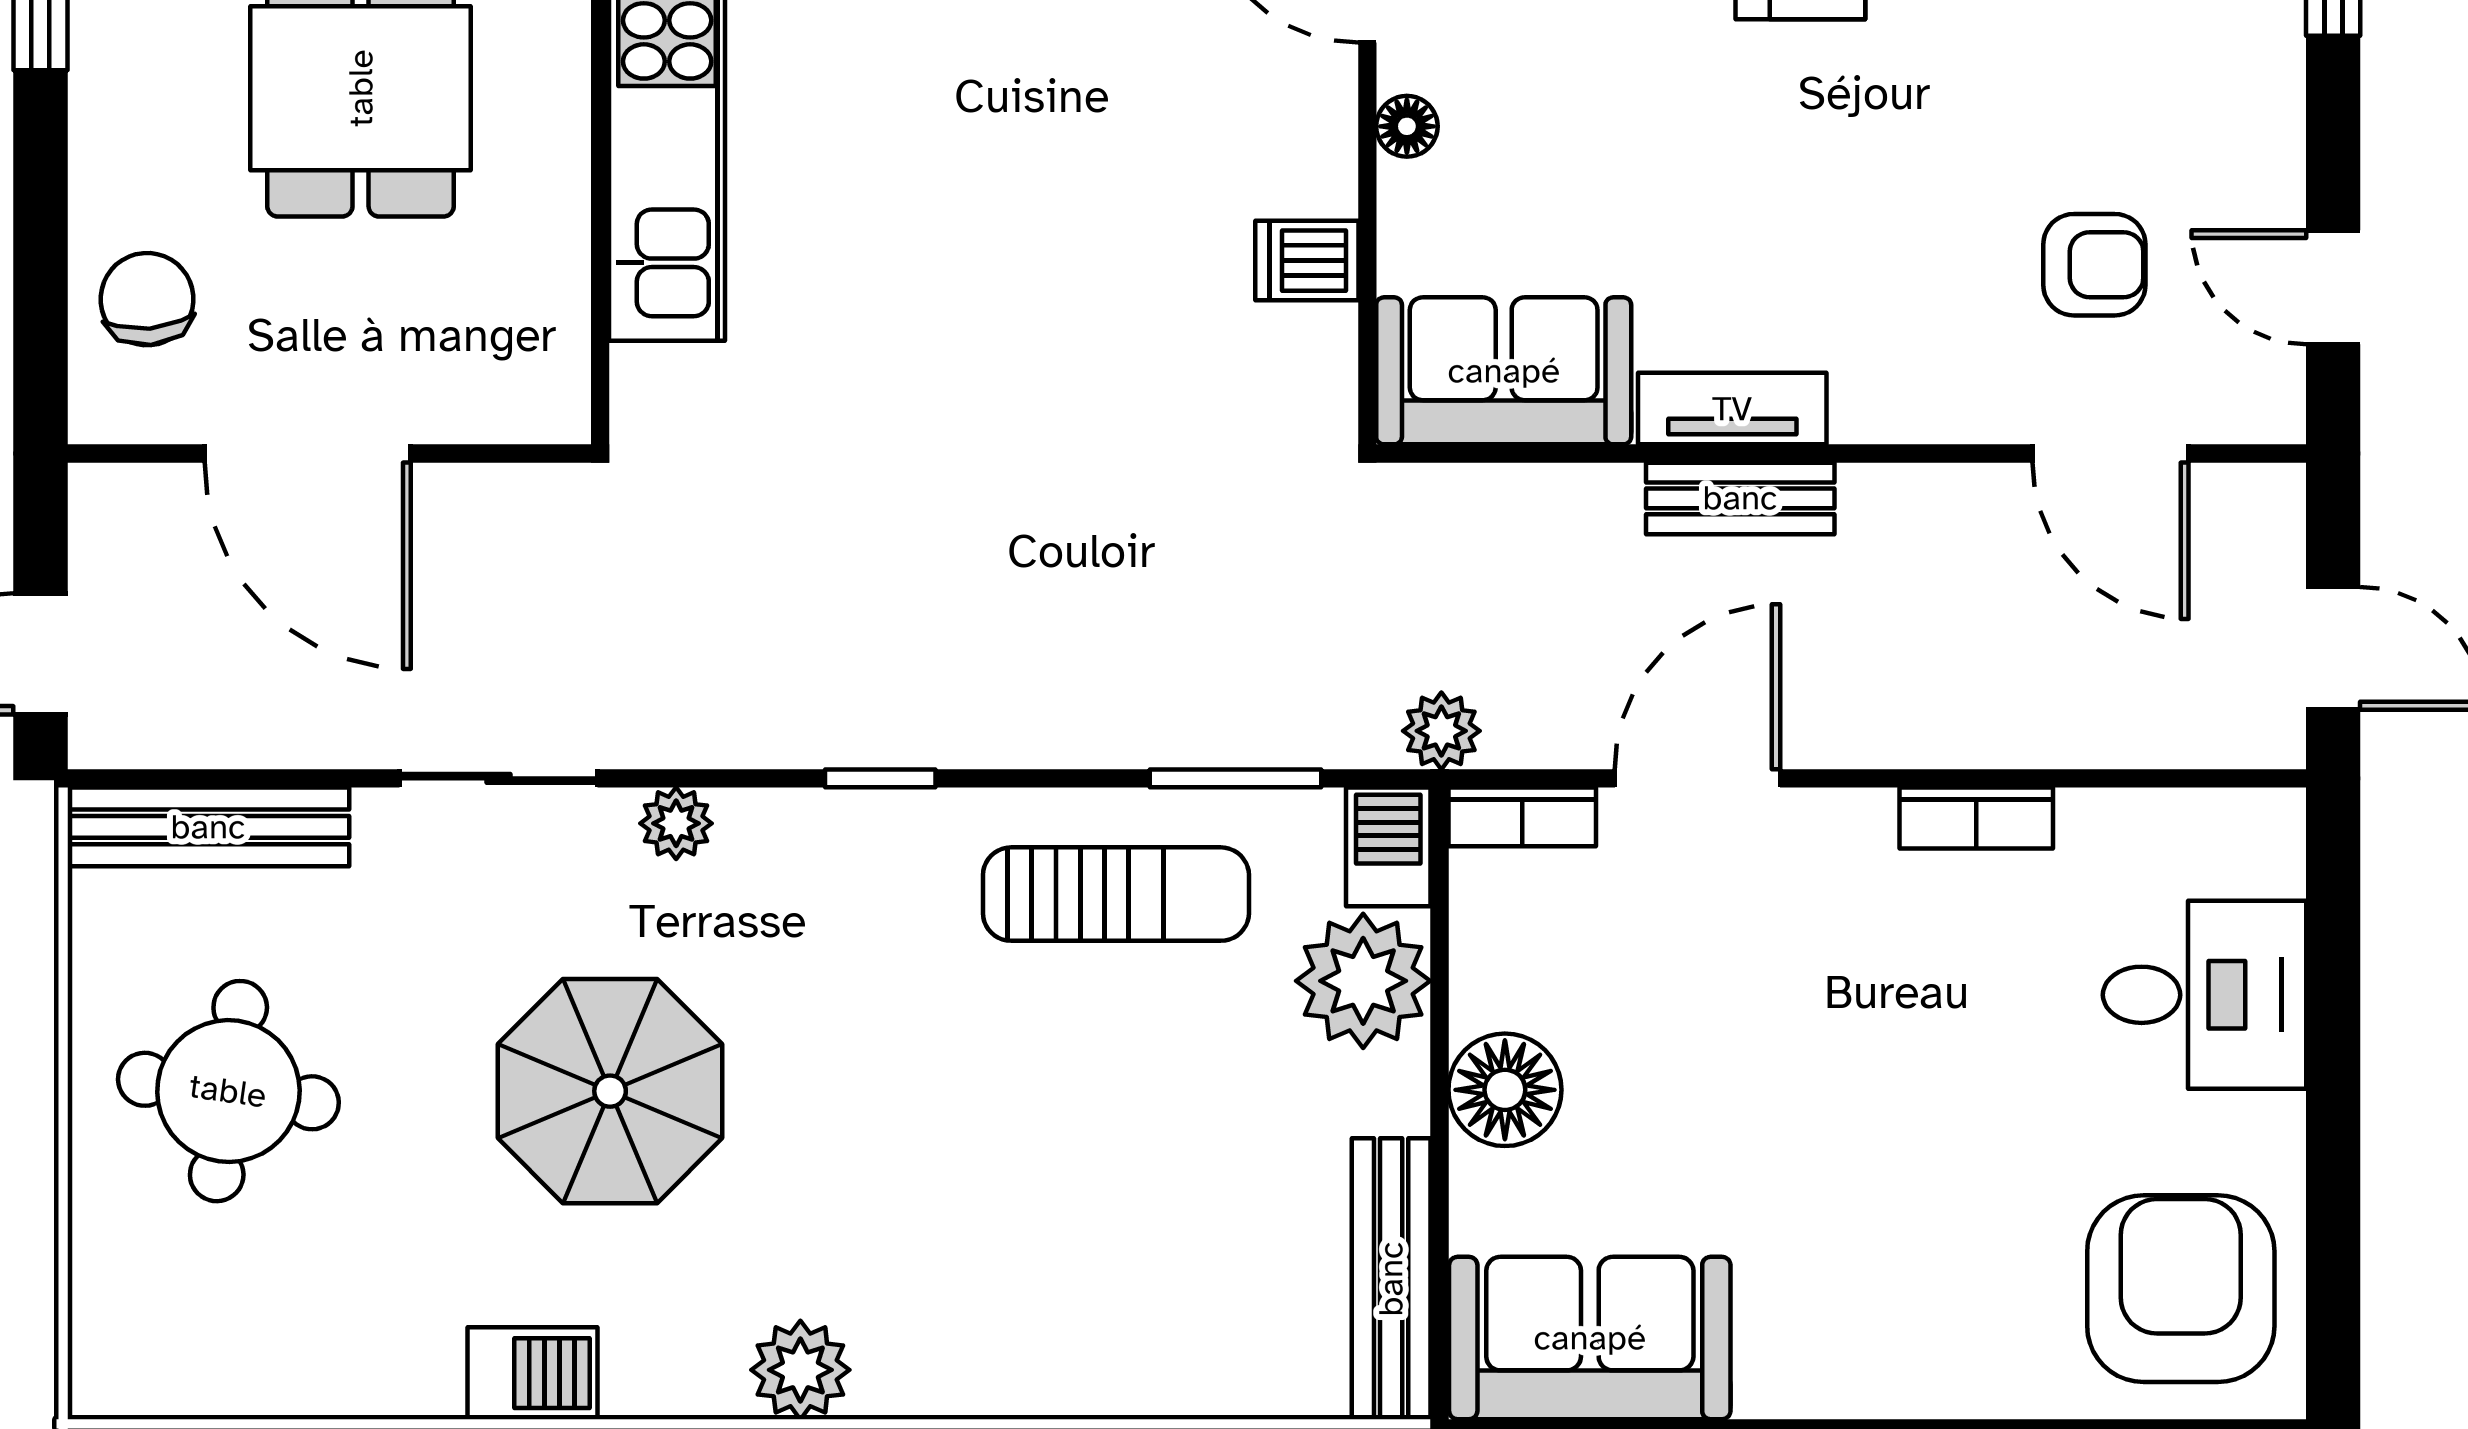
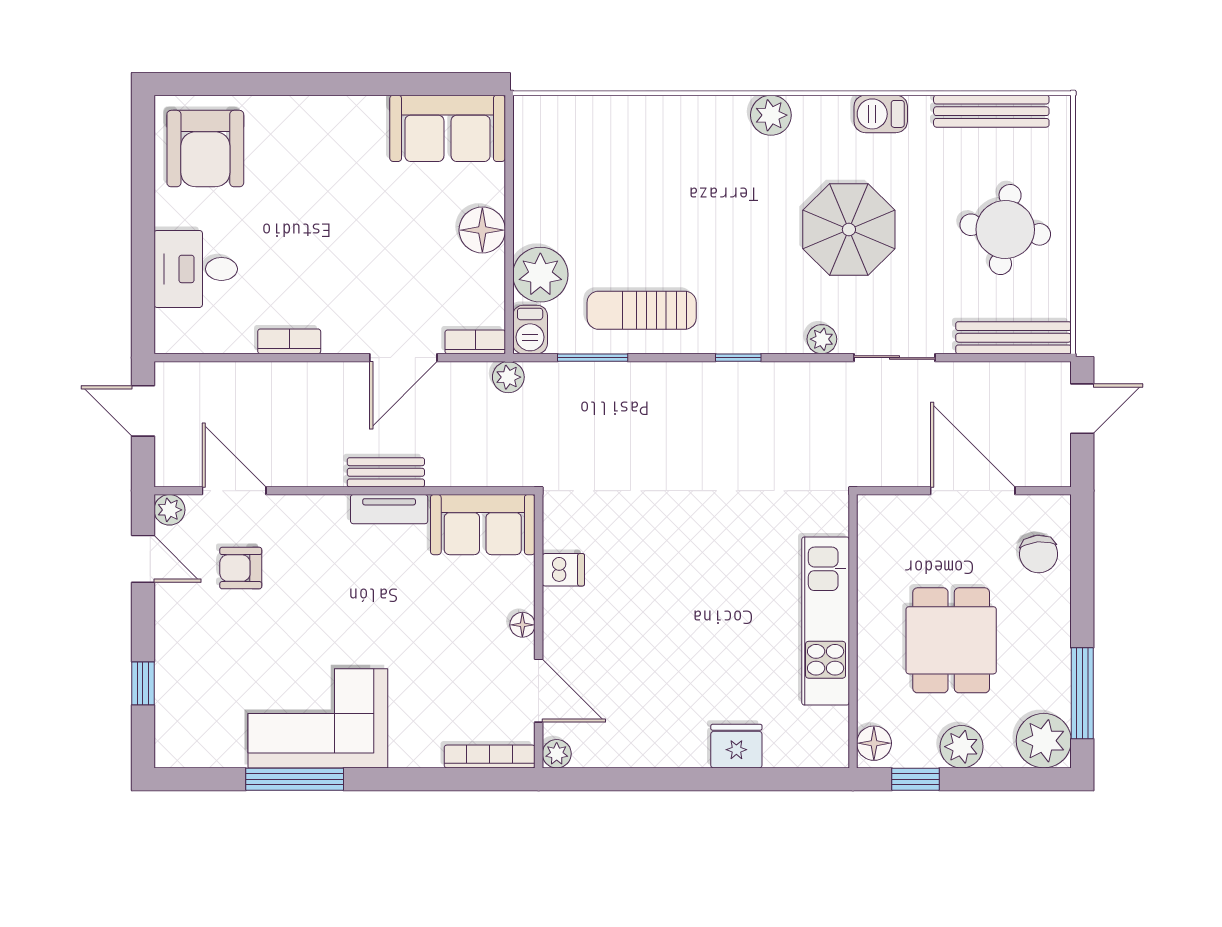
plant: (2268, 407) -> (169, 510), added
bench: (1391, 1279) -> (991, 111), moved, turned 90

